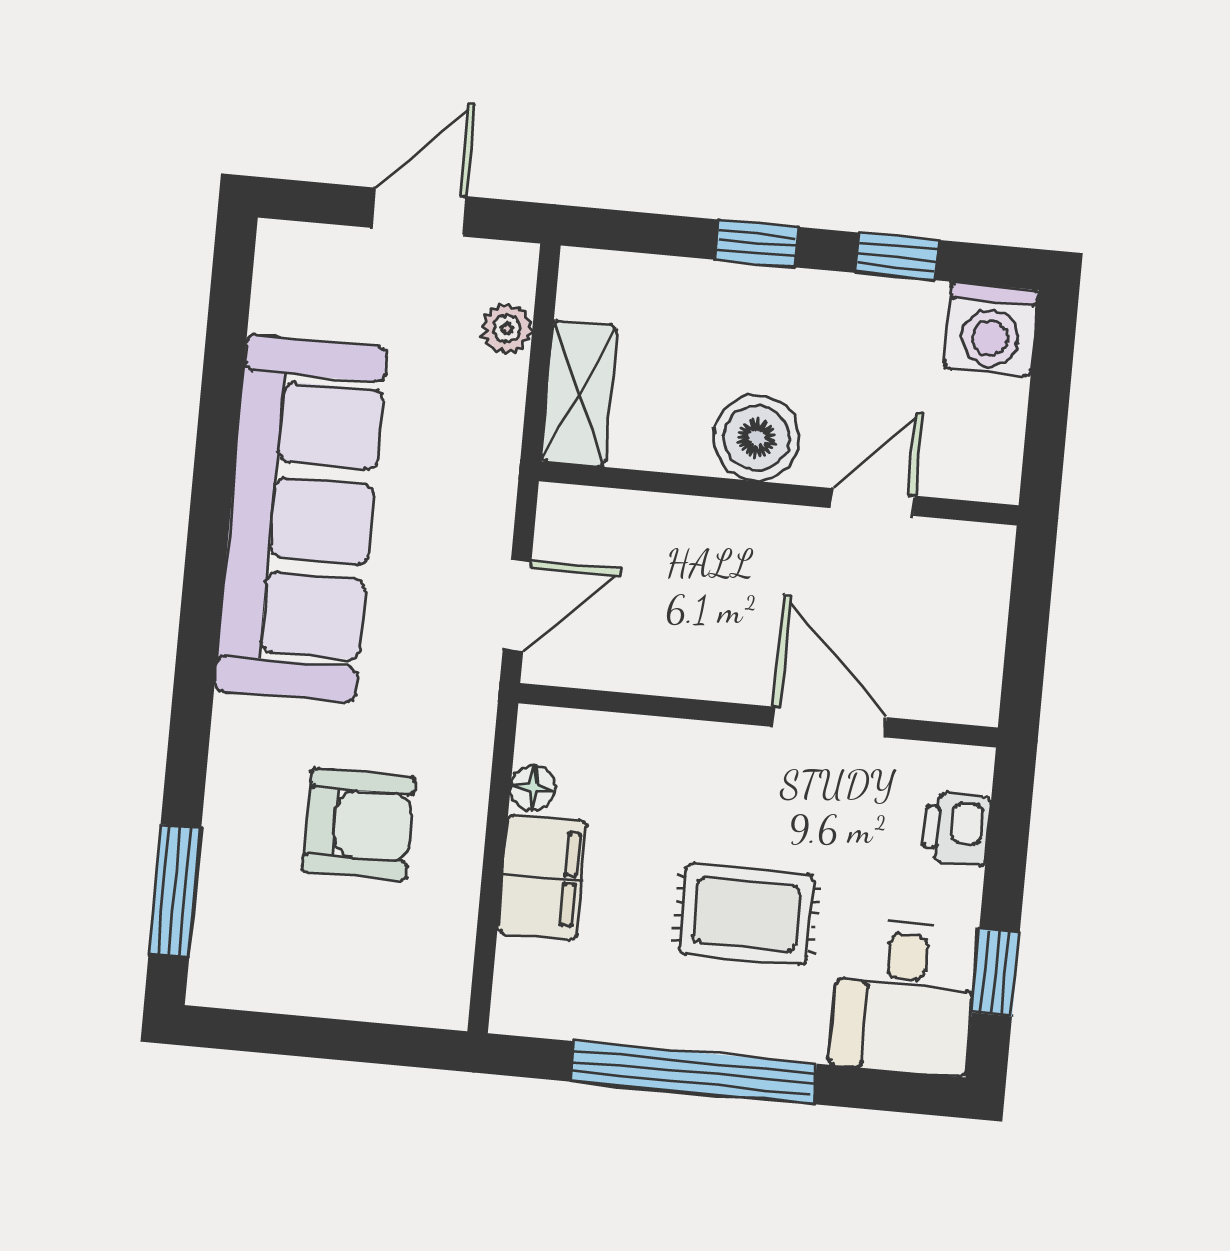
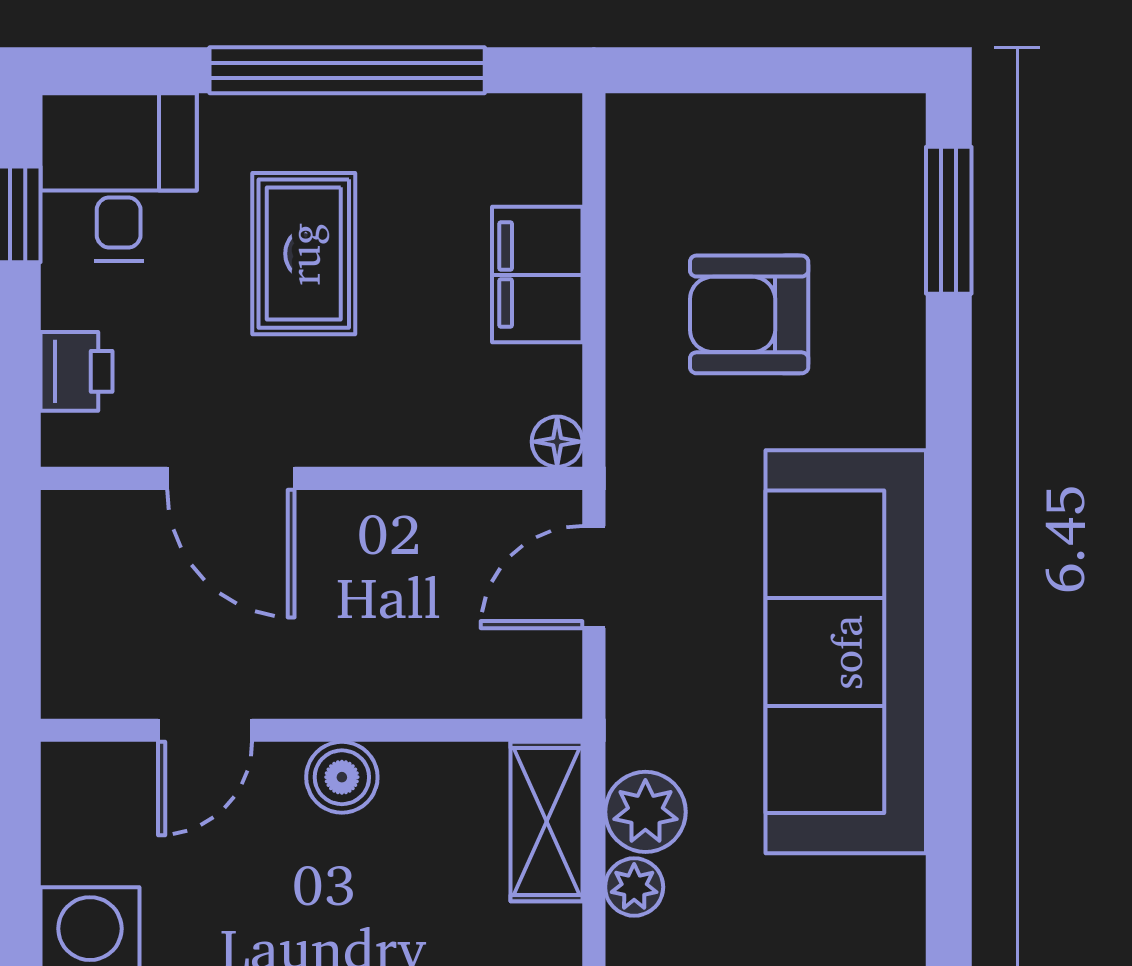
plant: (491, 394) -> (645, 812), added
boiler: (757, 438) -> (342, 777), width x0.73, depth x0.73
floor lamp: (533, 788) -> (557, 442), moved
rug: (747, 914) -> (304, 254), turned 90

